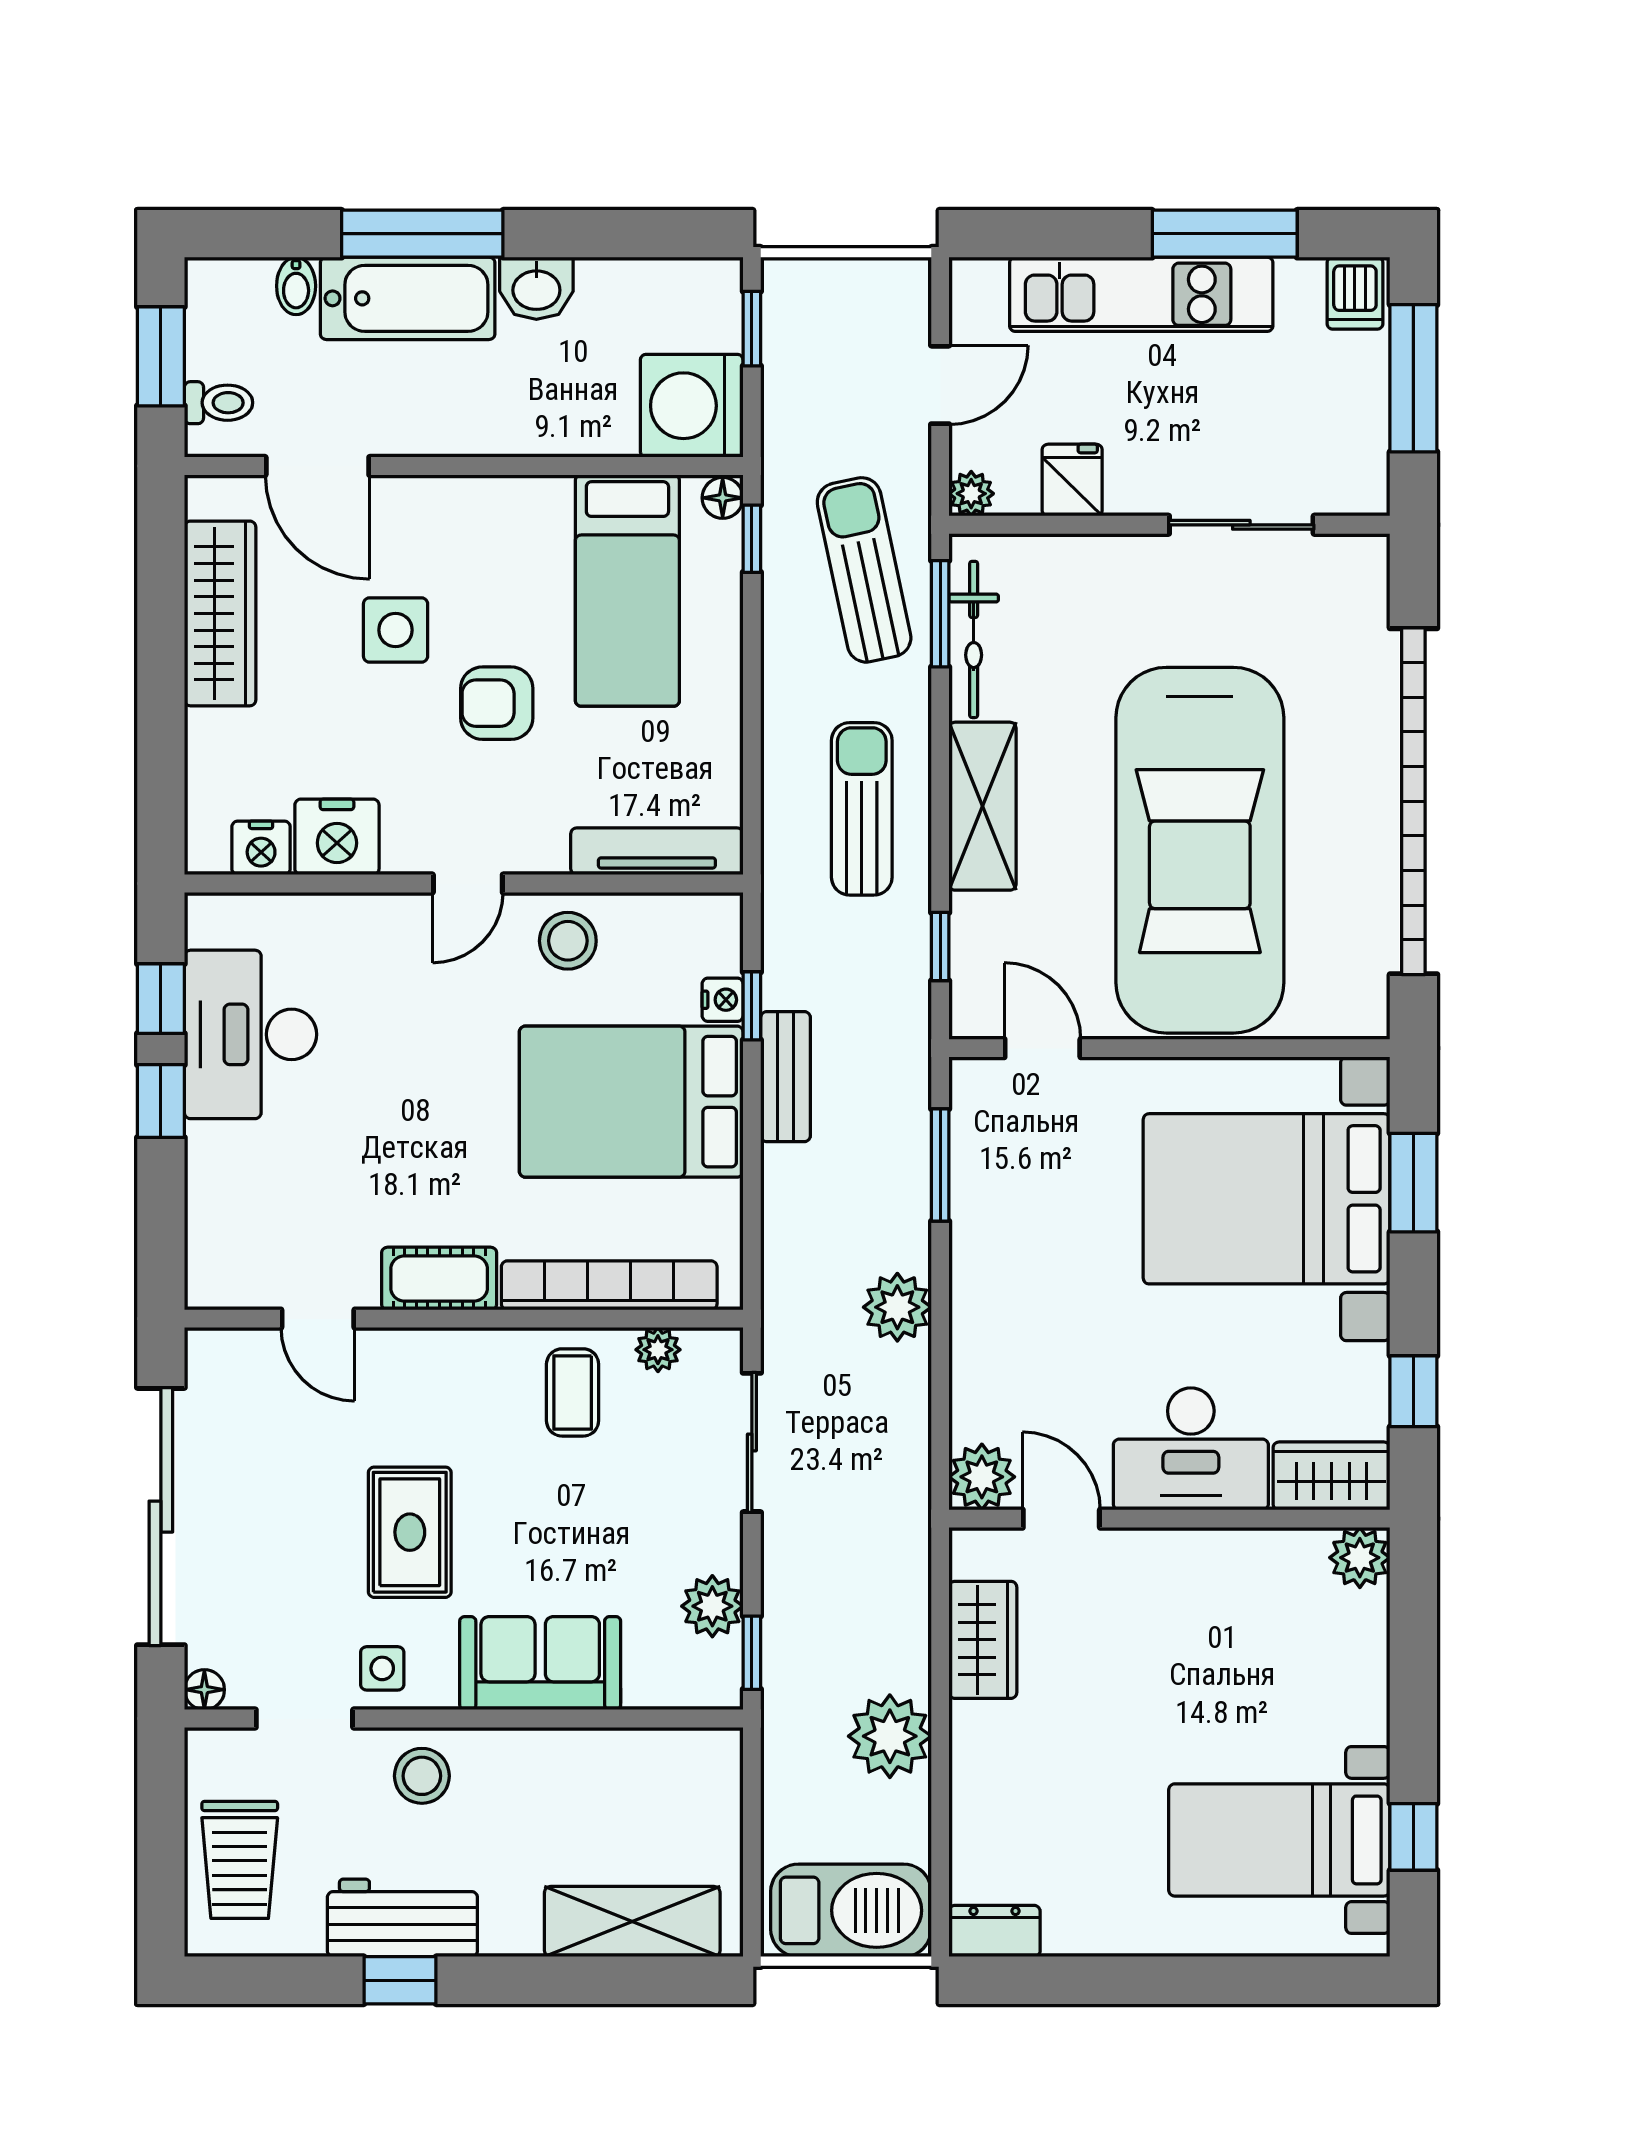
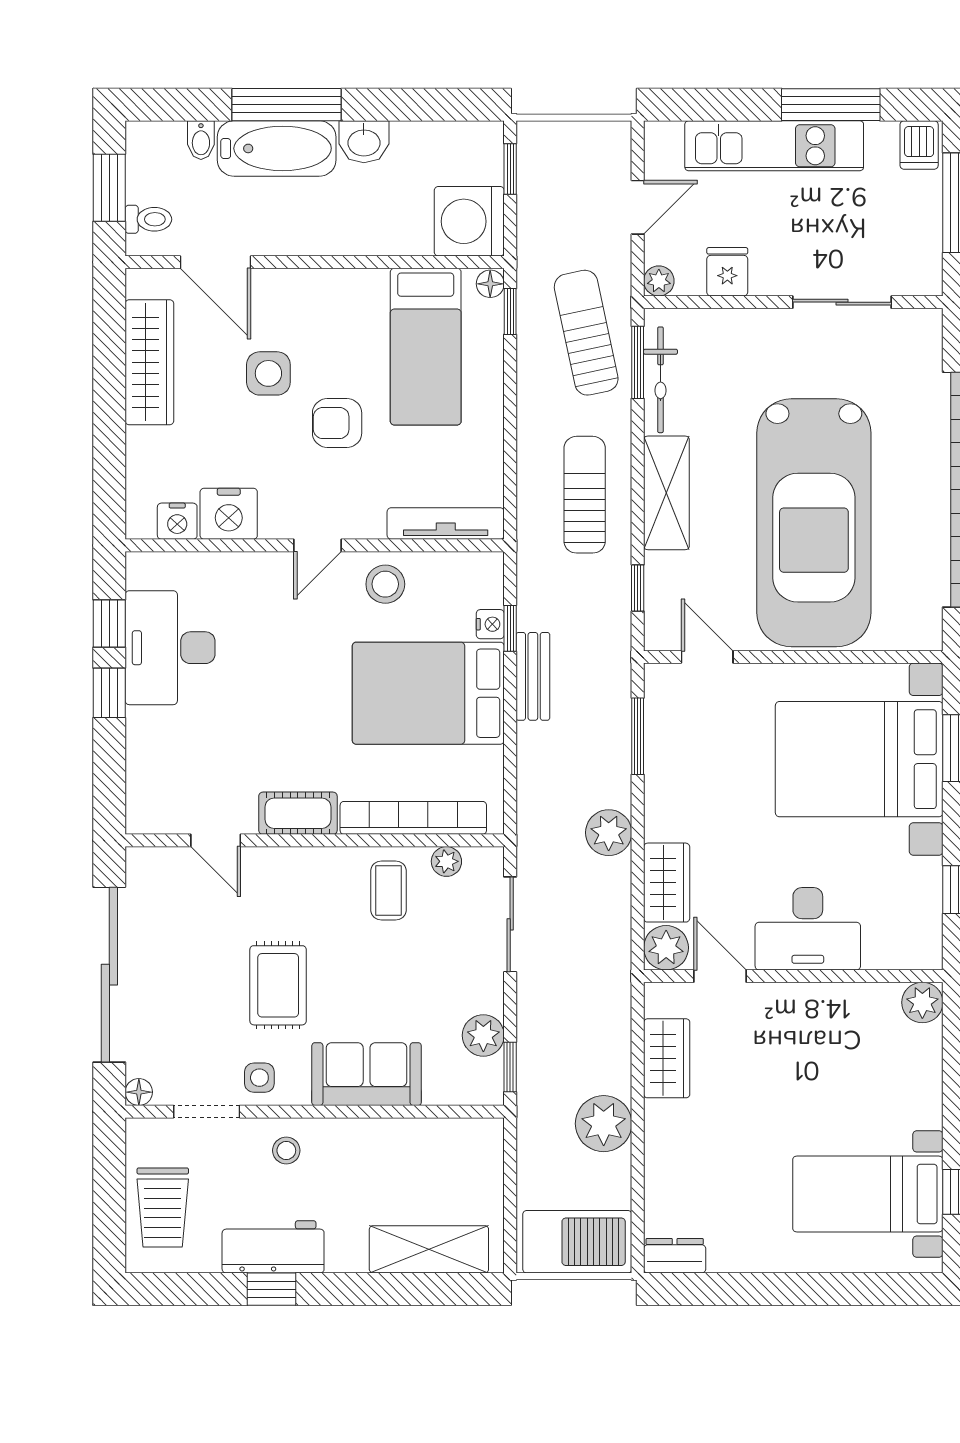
wardrobe: (1332, 1476) -> (667, 883), moved, turned 90
stool: (422, 1776) -> (286, 1150), width x0.73, depth x0.73

